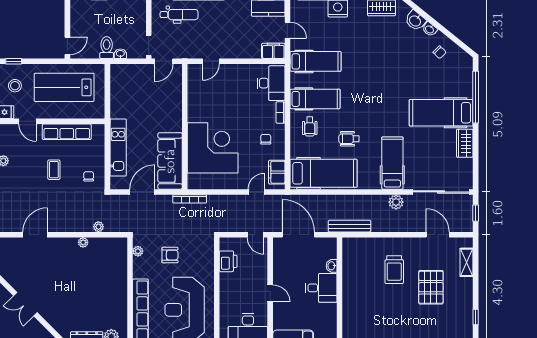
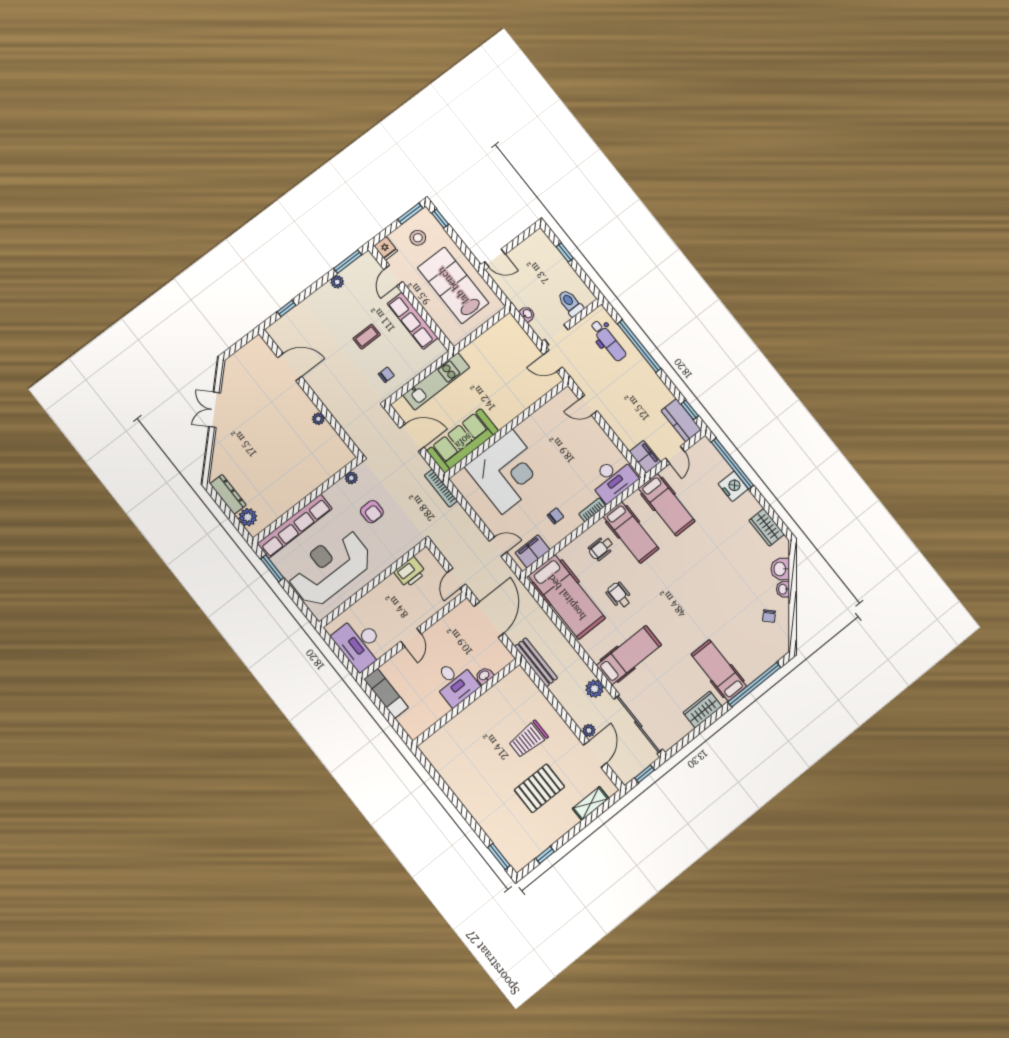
toilet: (107, 48) -> (570, 303), moved, turned -90
hospital bed: (441, 113) -> (719, 670), width x0.73, depth x0.78
plant: (98, 227) -> (589, 730), moved

